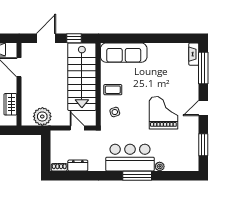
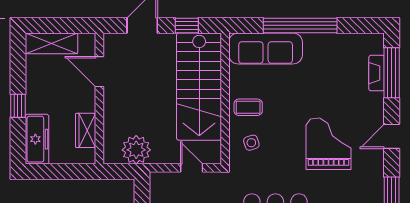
window: (146, 38) -> (300, 25), added
fireplace: (194, 54) -> (377, 73), moved

